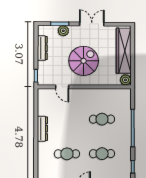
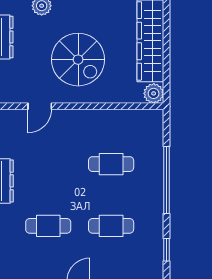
spiral stairs: (84, 61) -> (78, 60), turned 90
door: (62, 87) -> (40, 106), hinge flipped

